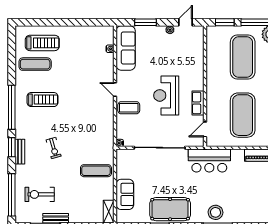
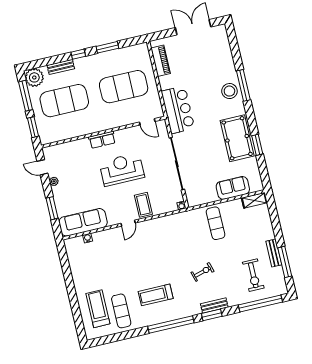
reception desk: (166, 95) -> (122, 169), turned 180
treadmill: (42, 100) -> (156, 295), turned -90
row of seats: (198, 103) -> (102, 140), moved

